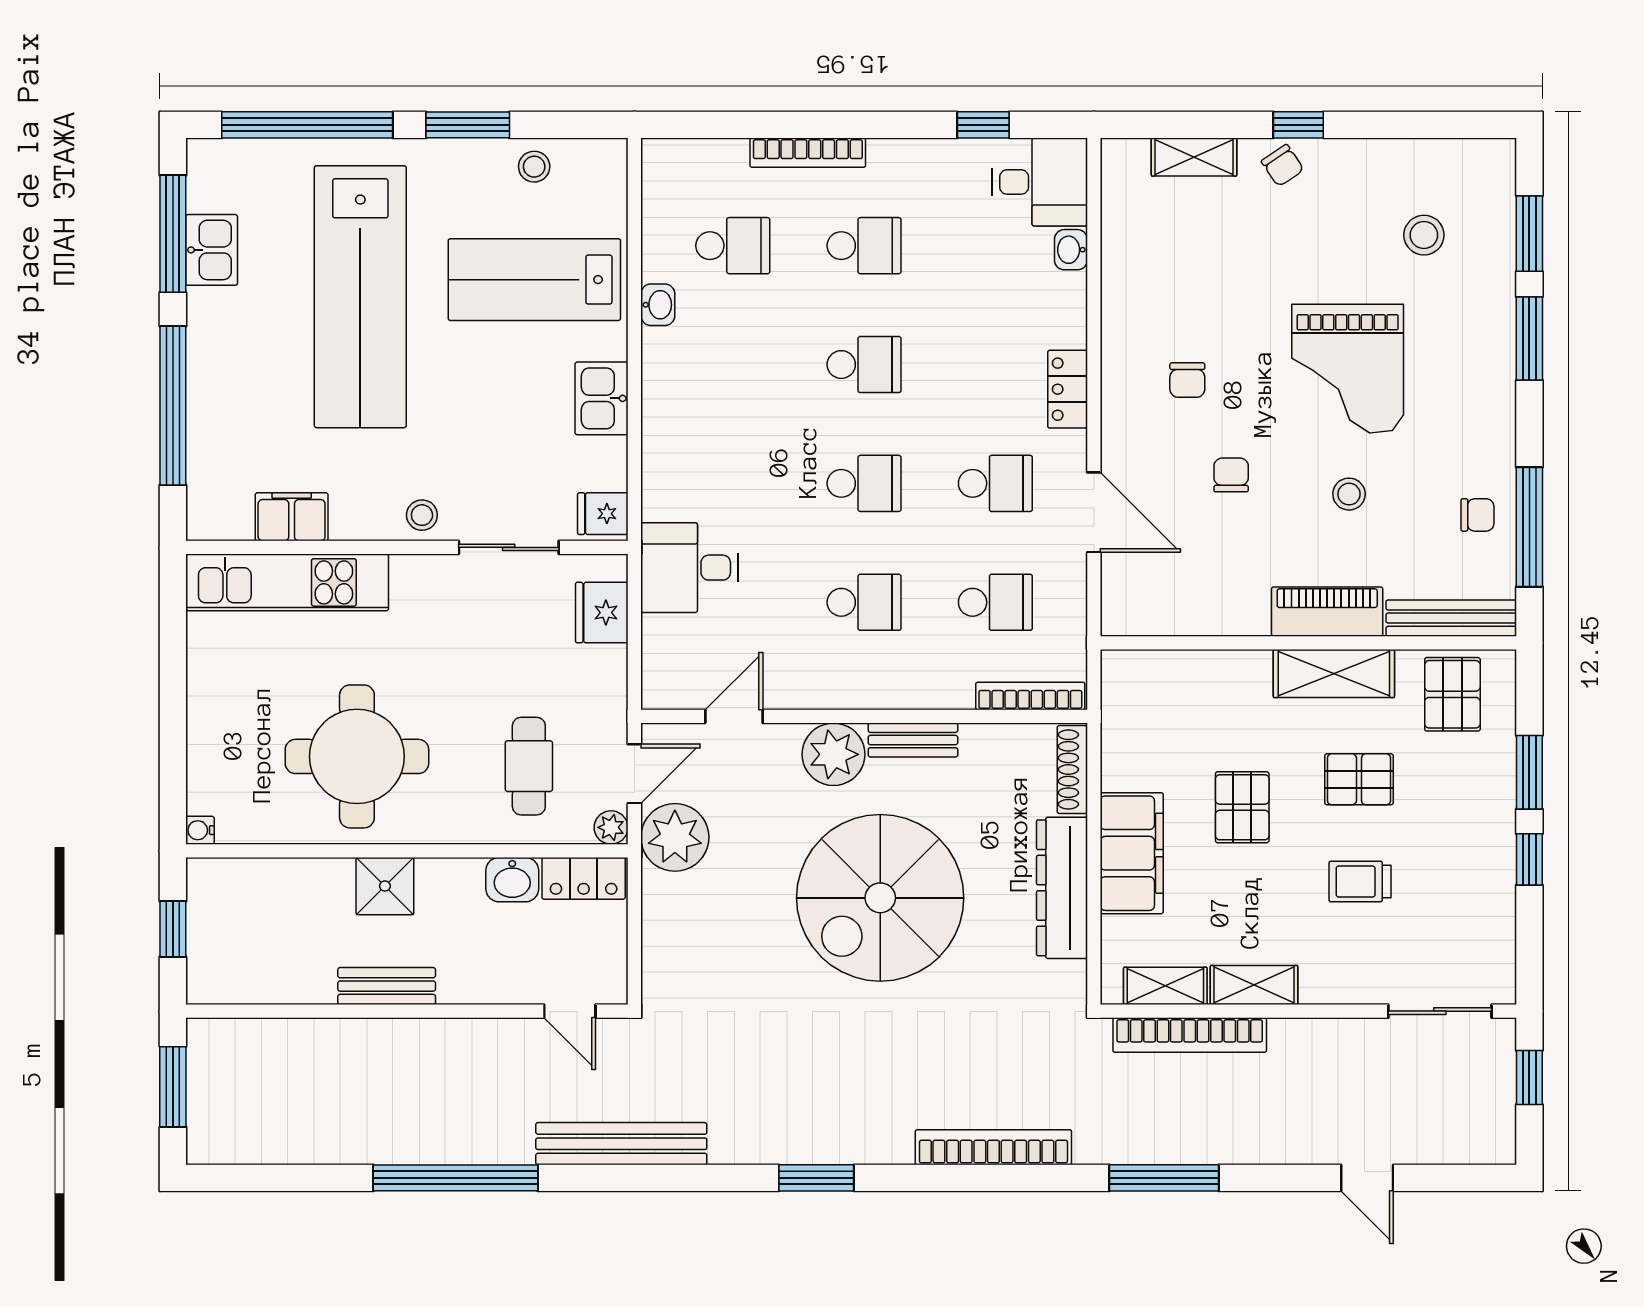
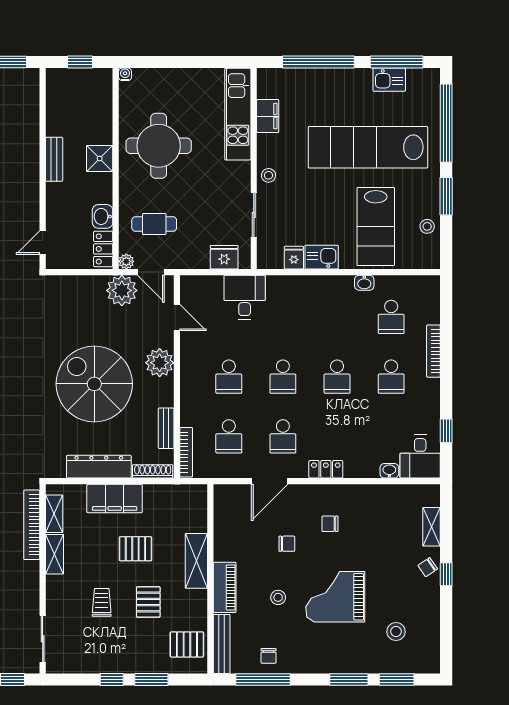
lab bench: (534, 280) -> (376, 227), turned 180
fridge: (603, 514) -> (294, 258), moved
shelving: (1334, 674) -> (196, 561), moved
bench: (913, 740) -> (166, 428), moved

